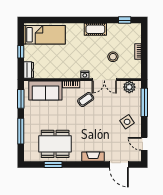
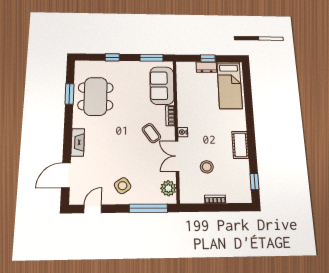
dresser: (29, 70) -> (206, 67), moved
window: (21, 131) -> (112, 57), width x0.46

